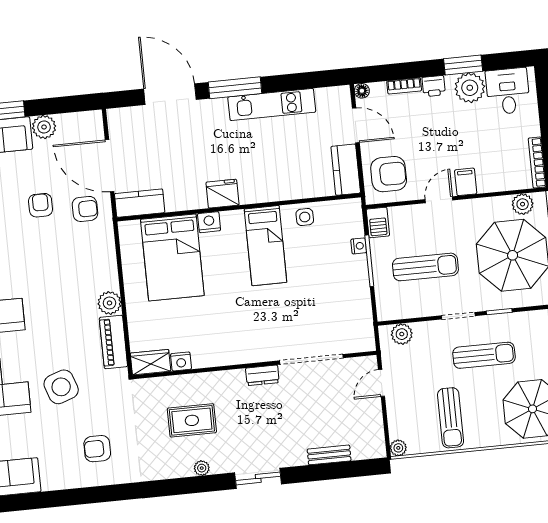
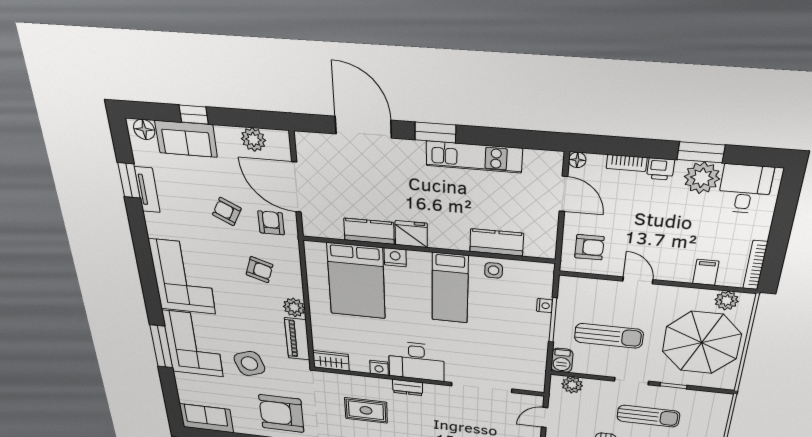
window: (235, 88) -> (435, 133), width x0.69
plant: (44, 127) -> (253, 139), moved
kitchen counter: (346, 170) -> (497, 242), moved, turned 90
armchair: (389, 174) -> (589, 247), width x0.72, depth x0.72
filing cabinet: (466, 182) -> (706, 272), moved
door: (439, 200) -> (638, 280), hinge flipped
kitchen counter: (140, 203) -> (369, 231), moved
armchair: (41, 205) -> (227, 212), turned -63
armchair: (85, 209) -> (271, 223), turned -90
barbecue: (378, 222) -> (562, 360), moved
armchair: (73, 265) -> (259, 270), added
desk: (241, 342) -> (416, 361), added
nightstand: (181, 361) -> (379, 368), moved
dresser: (262, 375) -> (408, 388), moved
armchair: (97, 449) -> (281, 414), width x1.88, depth x1.88

